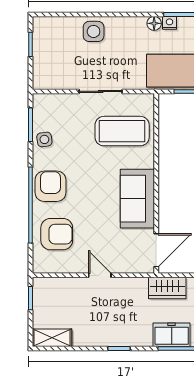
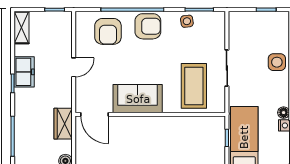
freezer: (172, 335) -> (24, 72), moved

